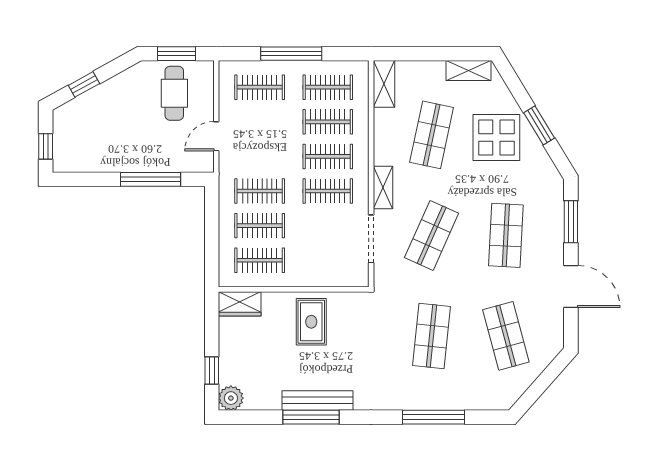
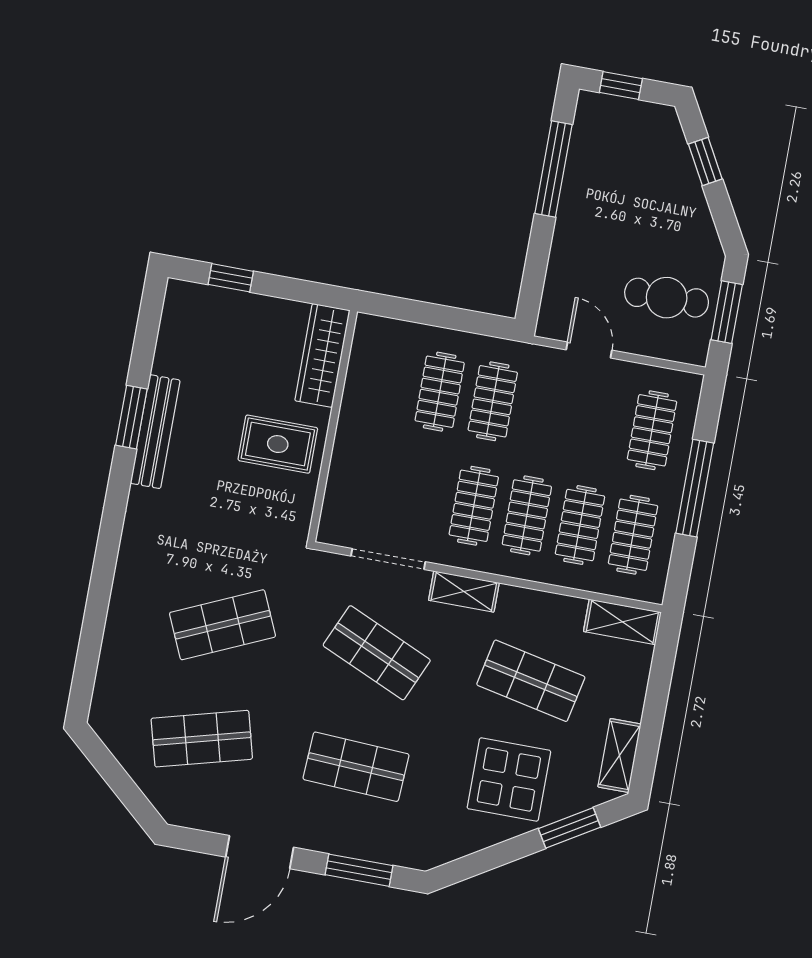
window: (539, 125) -> (570, 828), moved
window: (150, 179) -> (553, 169), moved
clothes rail: (260, 260) -> (387, 382), removed
wardrobe: (240, 304) -> (322, 355), width x1.50
shop shelf: (432, 336) -> (223, 625), turned -30
plant: (231, 398) -> (183, 299), removed
window: (311, 417) -> (131, 417), width x0.69
window: (434, 417) -> (97, 605), removed

